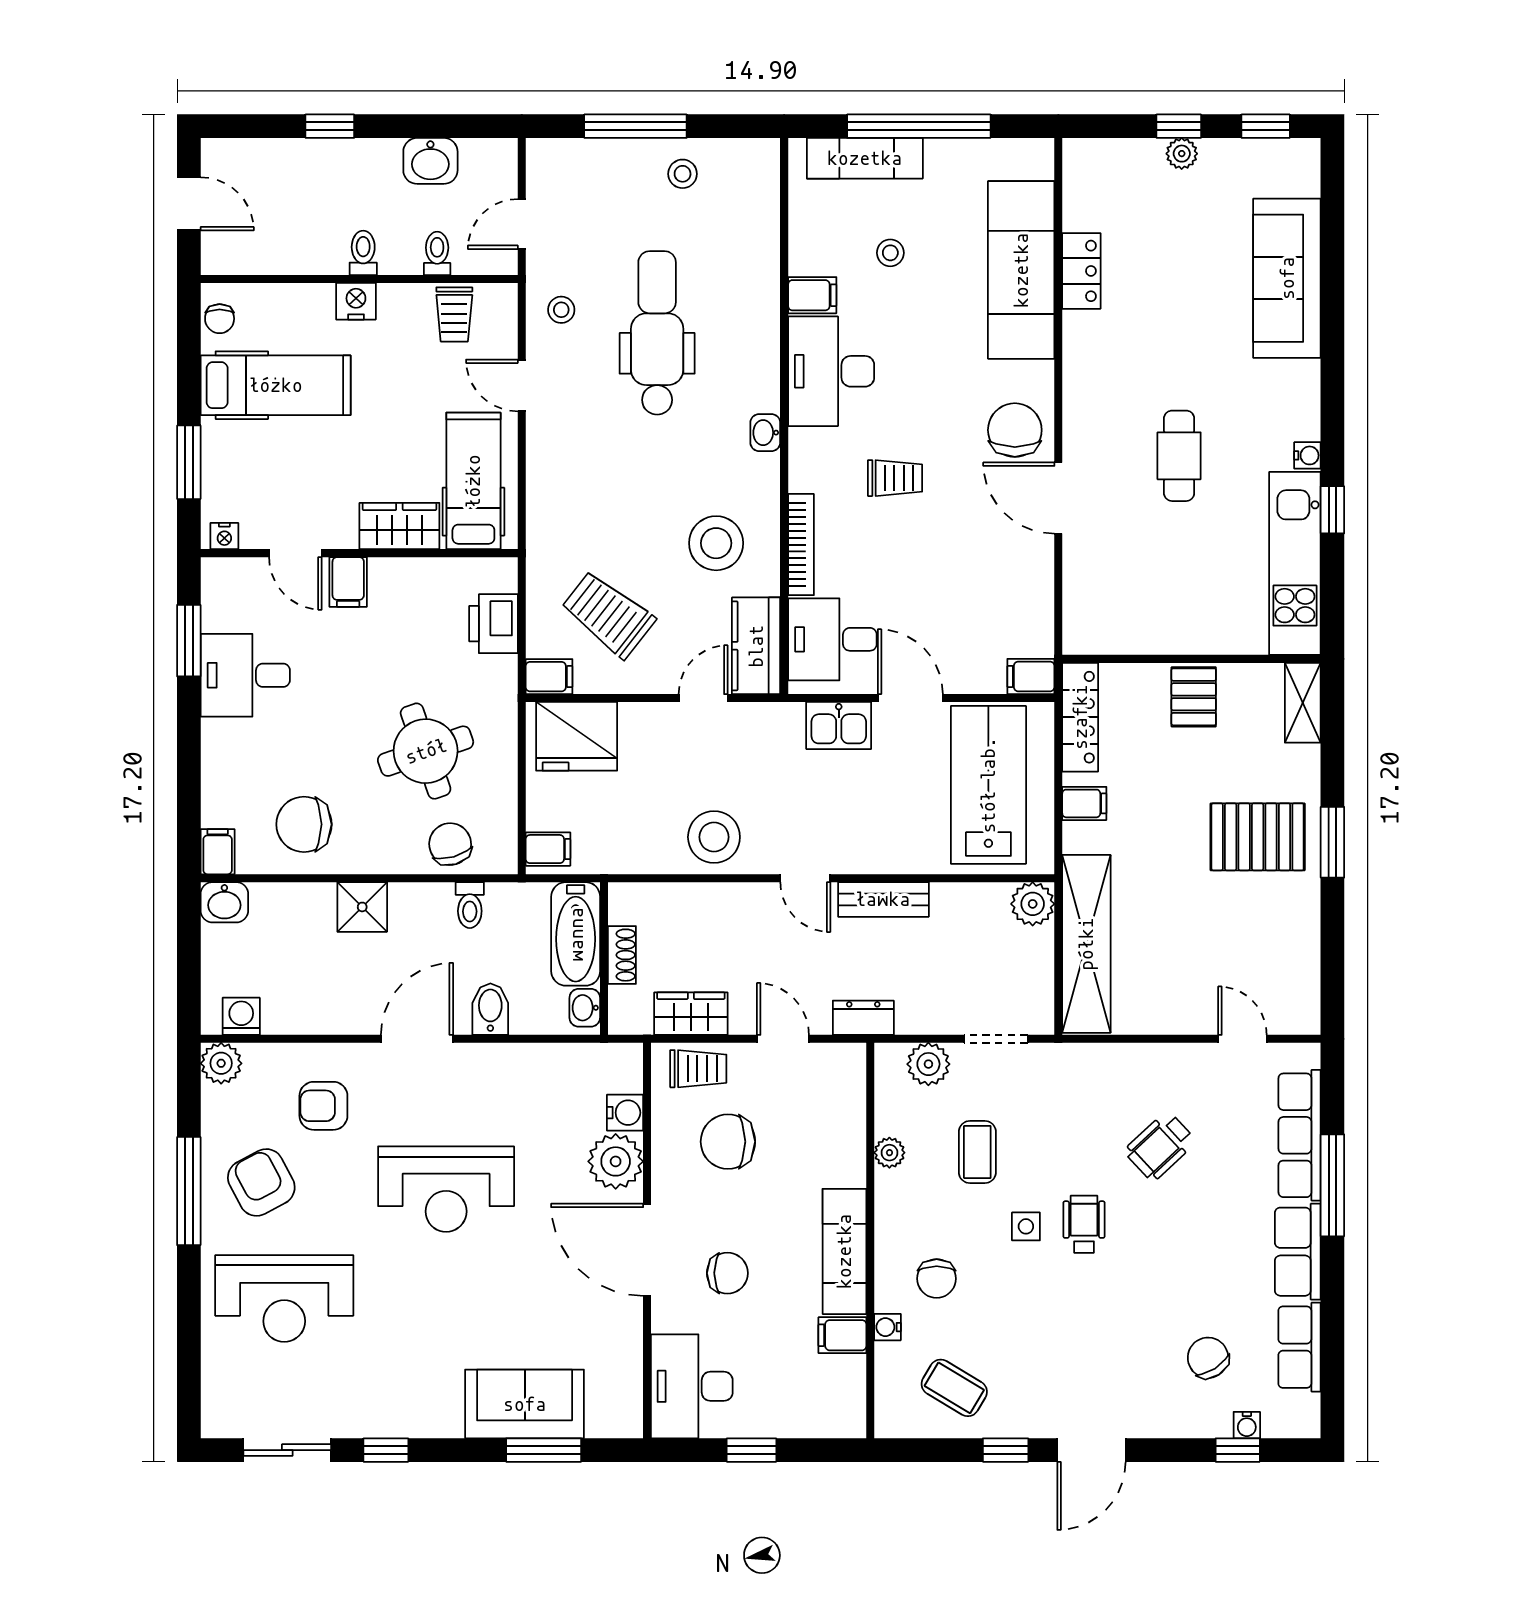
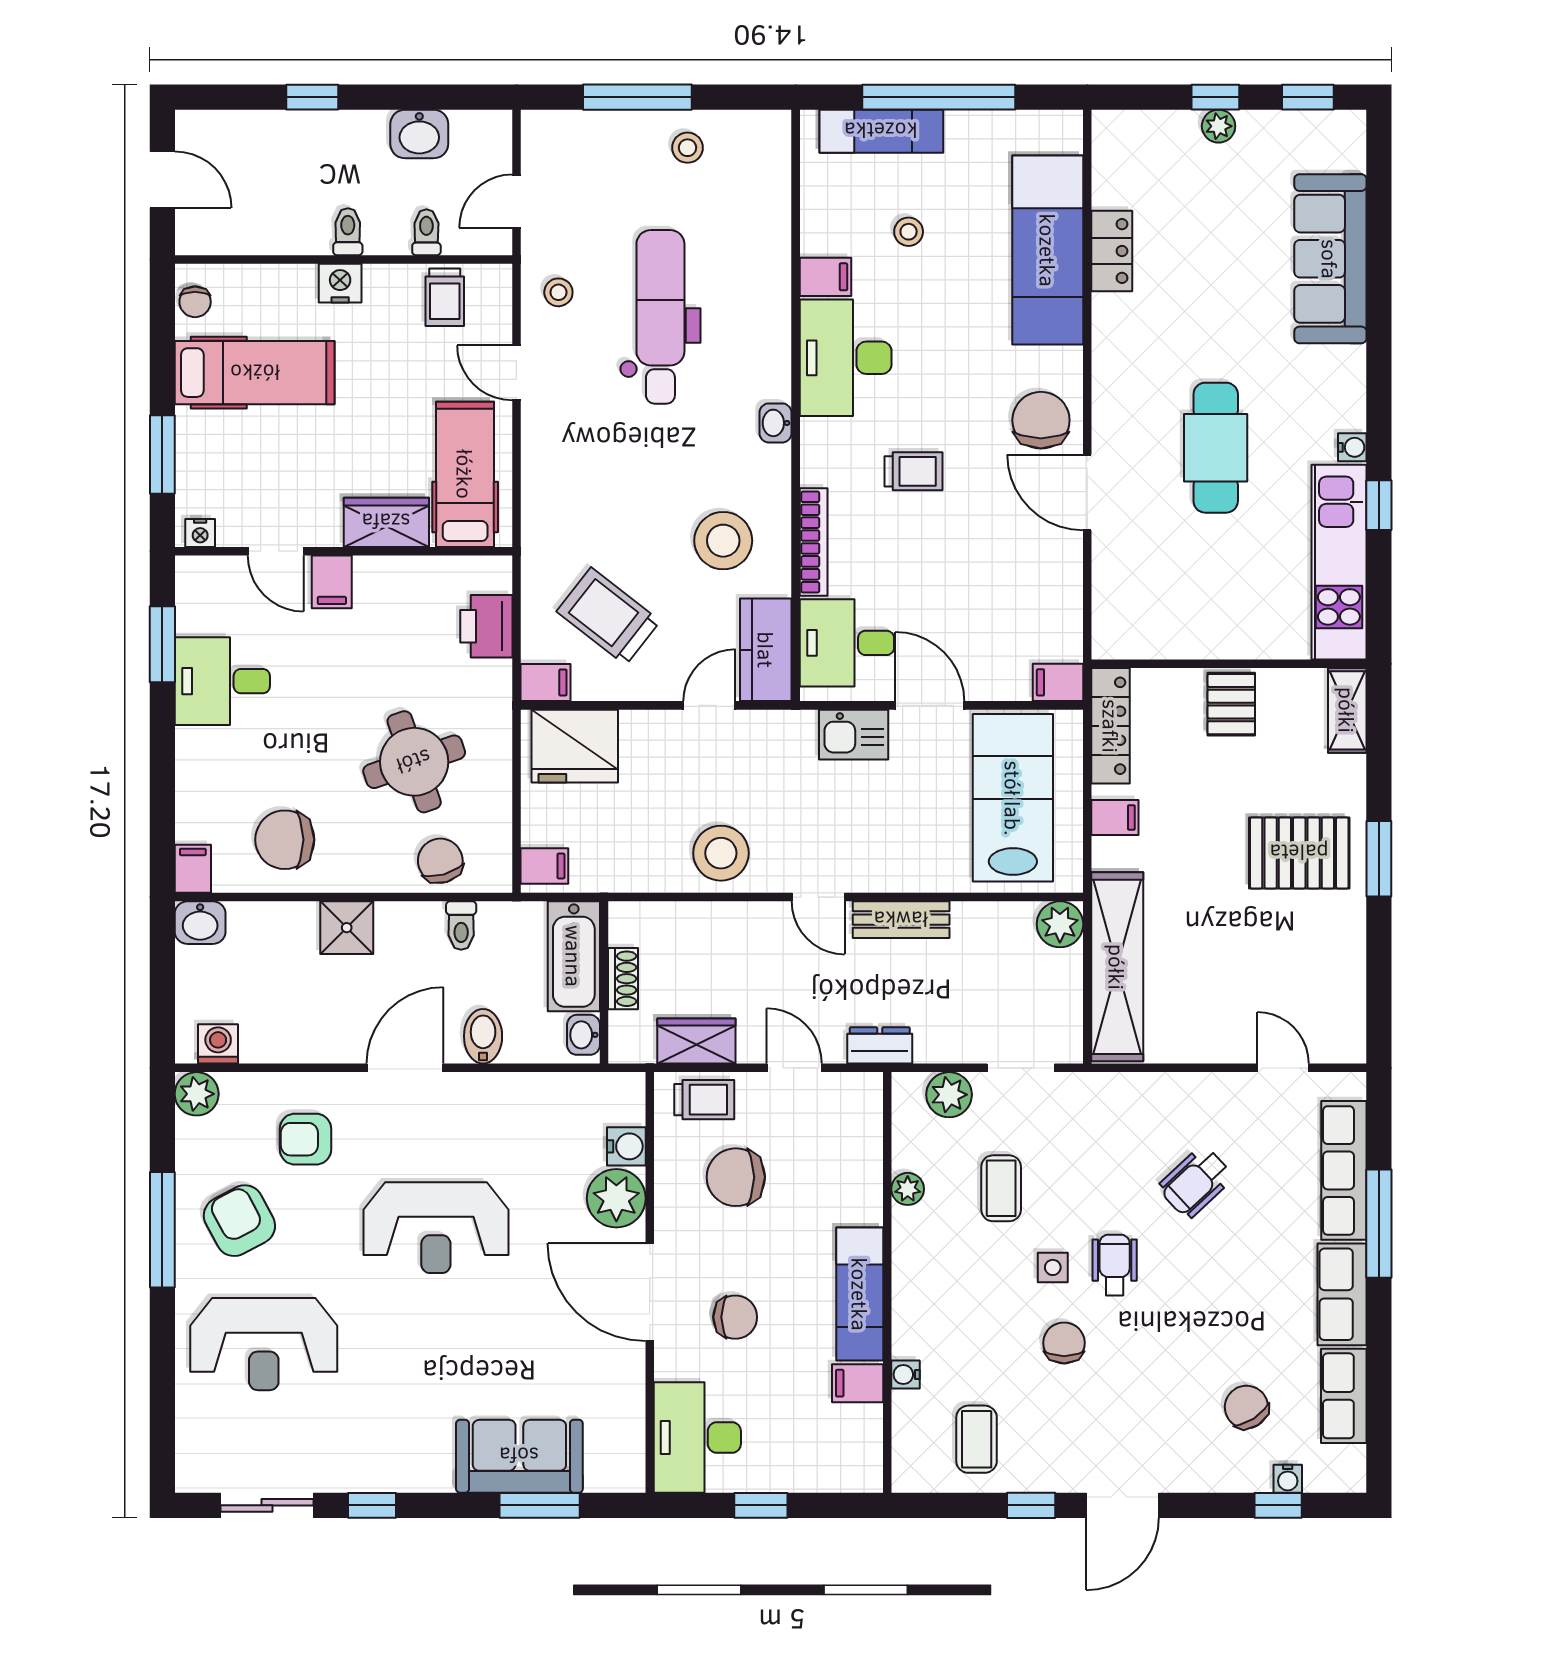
cafe table: (1179, 456) -> (1216, 448), width x1.37, depth x1.35
chair: (937, 1279) -> (1064, 1343), moved, turned 180
coffee table: (954, 1388) -> (977, 1439), turned 59

